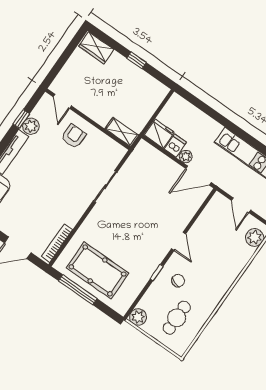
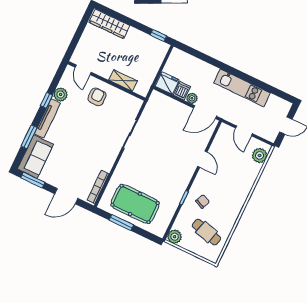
wardrobe: (96, 48) -> (109, 24), width x1.50
window: (137, 60) -> (158, 35), moved
window: (21, 119) -> (46, 100), moved
shelving: (122, 132) -> (123, 81), moved
door: (179, 241) -> (202, 159), moved
window: (78, 290) -> (121, 222), width x0.69
cafe table: (177, 318) -> (206, 232), turned -75

